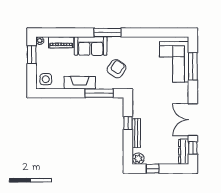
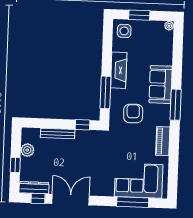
piano: (61, 42) -> (163, 141), moved
window: (32, 55) -> (139, 15), moved
armchair: (117, 69) -> (133, 114), turned -126
window: (128, 123) -> (83, 125), moved
plant: (138, 159) -> (27, 150), moved
window: (153, 169) -> (15, 165), moved

